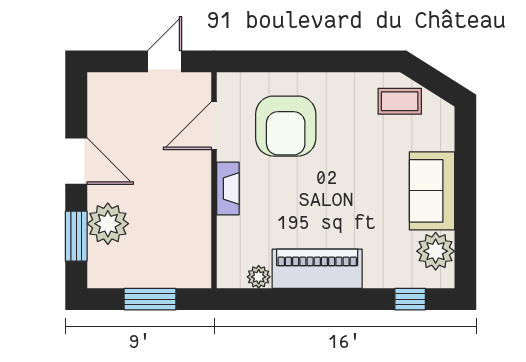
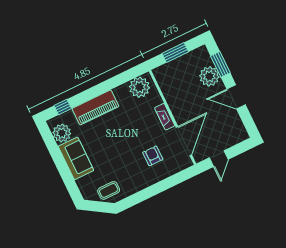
door: (214, 126) -> (184, 141), width x1.36
armchair: (286, 126) -> (153, 156), width x0.53, depth x0.53
piano: (317, 269) -> (95, 107), moved
plant: (259, 277) -> (139, 87), width x1.87, depth x1.87

